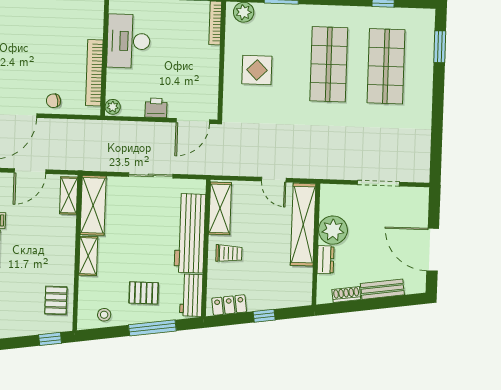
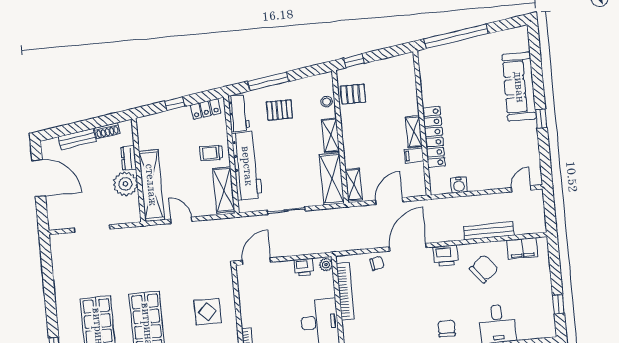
printer: (156, 108) -> (304, 267), moved
pallet: (56, 300) -> (353, 94), turned 90
stool: (104, 315) -> (327, 102), moved

